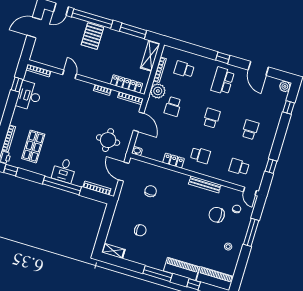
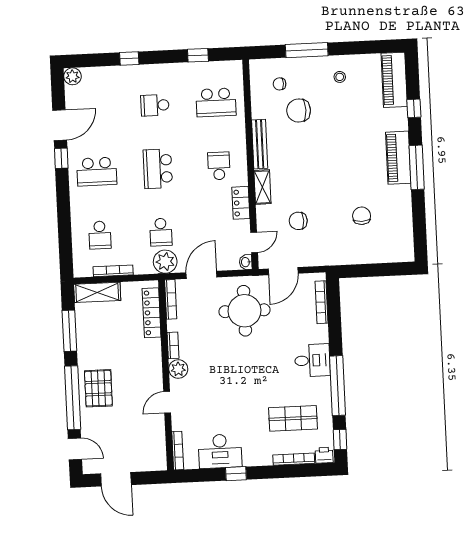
pallet: (92, 36) -> (98, 388), turned 90
window: (223, 58) -> (61, 158), moved
window: (17, 85) -> (236, 474), moved
plant: (87, 88) -> (178, 369), added
plant: (158, 91) -> (165, 262), moved
school desk: (173, 106) -> (161, 232), turned 90
window: (289, 107) -> (129, 59), moved
school desk: (212, 118) -> (158, 169), width x1.85
round table: (108, 140) -> (244, 311), width x1.36, depth x1.36
school desk: (239, 167) -> (216, 102), width x1.85
window: (62, 185) -> (337, 386), moved
door: (250, 191) -> (254, 242), moved
chair: (217, 215) -> (299, 111), turned 90
shelving: (113, 251) -> (262, 187), moved
piano: (181, 269) -> (398, 158), moved

